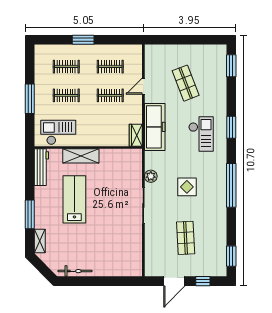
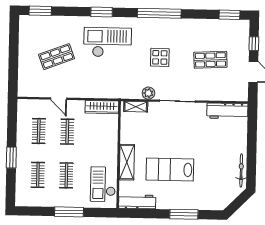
freezer: (155, 127) -> (99, 88), removed
checkout: (201, 134) -> (108, 42), width x1.36, depth x1.21
wardrobe: (136, 135) -> (102, 107), width x1.50
shelving: (40, 241) -> (136, 107), moved
workbench: (134, 256) -> (227, 111), added

